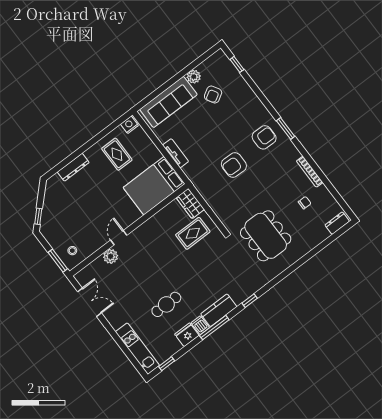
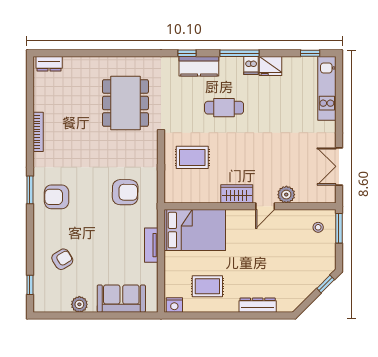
armchair: (213, 94) -> (62, 259), moved
sofa: (168, 102) -> (121, 299), width x0.73
rug: (117, 154) -> (207, 286), turned 90
armchair: (234, 165) -> (125, 192), moved
chair: (305, 203) -> (65, 106), removed
wardrobe: (190, 204) -> (237, 194), moved, turned -90
cafe table: (166, 304) -> (224, 108), moved
kitchen counter: (219, 310) -> (199, 66), moved

